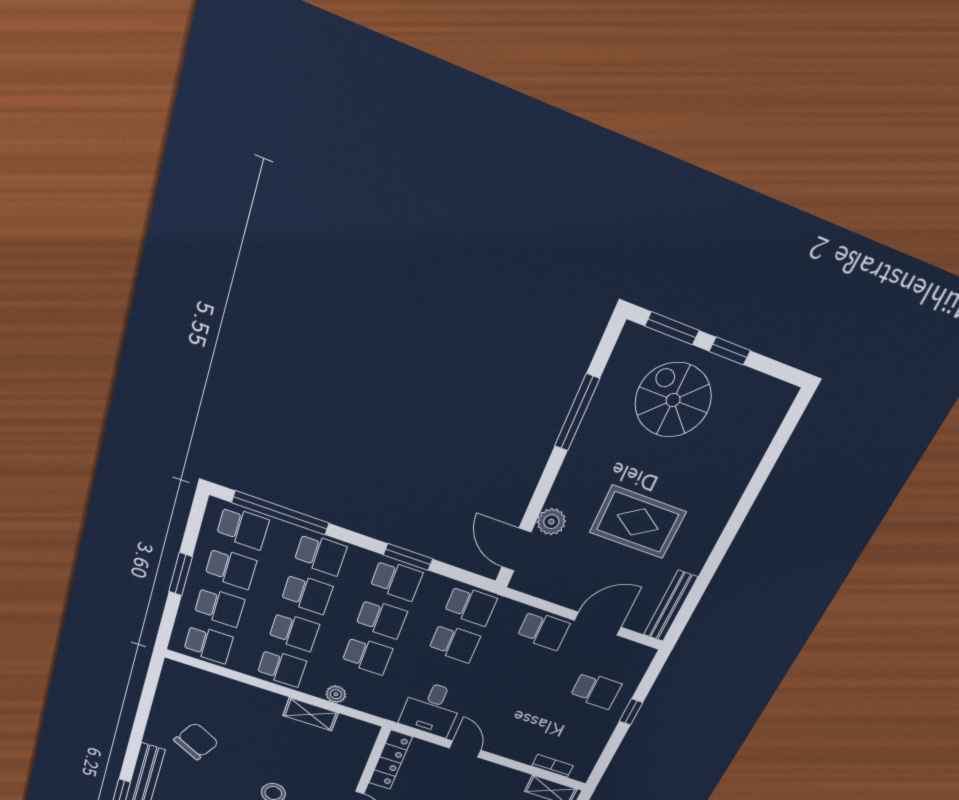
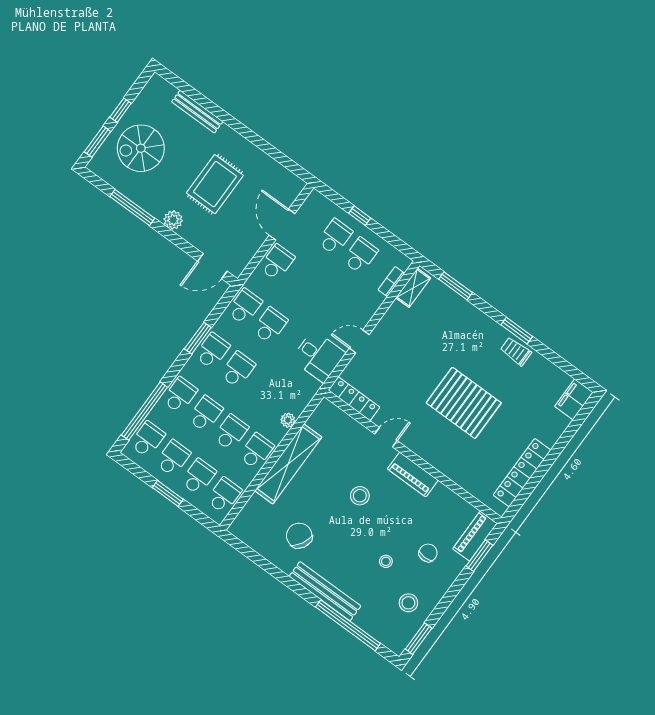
plant: (551, 522) -> (173, 220), moved
bench: (670, 606) -> (197, 112), moved
school desk: (367, 656) -> (360, 255), moved
shelving: (311, 714) -> (288, 464), width x2.20, depth x1.33

